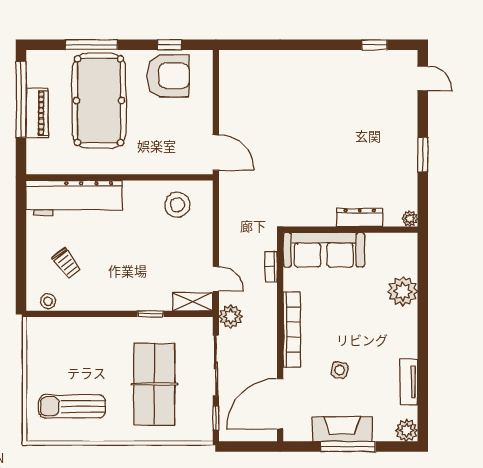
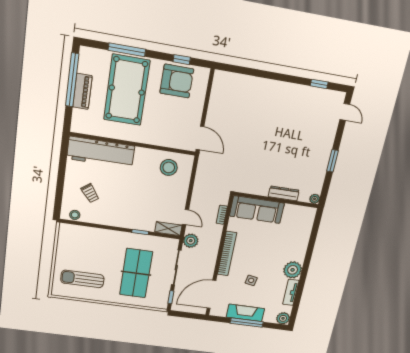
plant: (403, 291) -> (293, 270), moved

